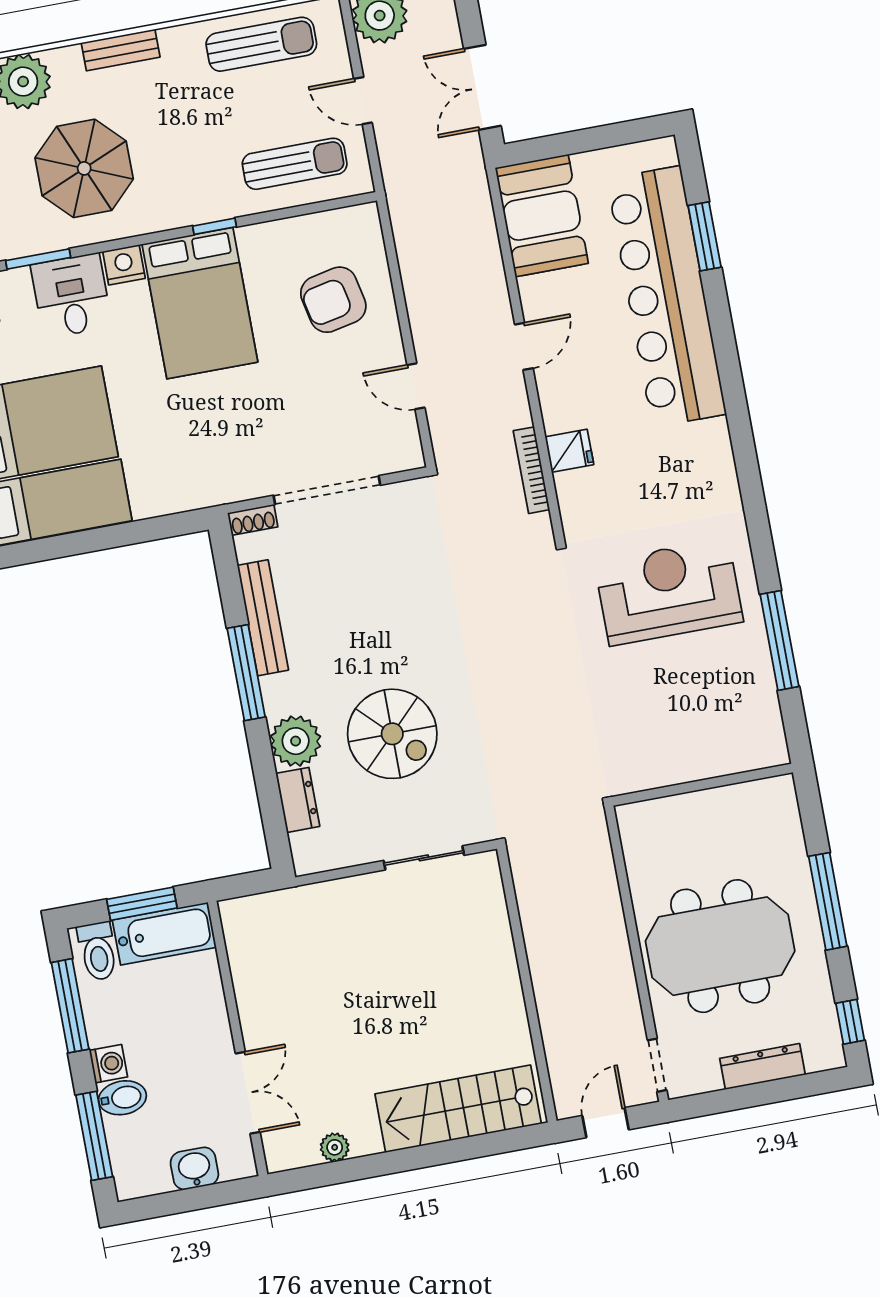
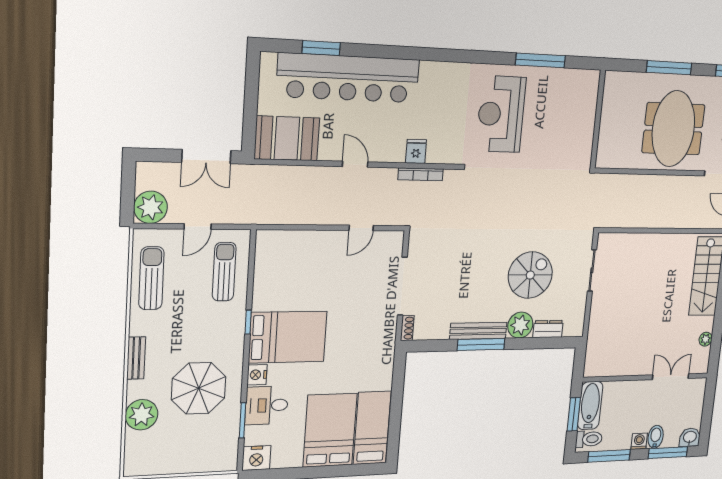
armchair: (333, 300) -> (304, 264), removed
bench: (263, 618) -> (478, 331), moved
washbasin: (194, 1168) -> (690, 437), moved, turned 90

